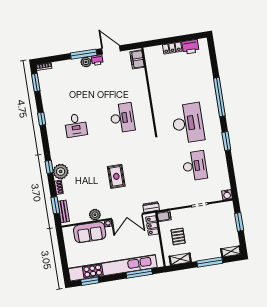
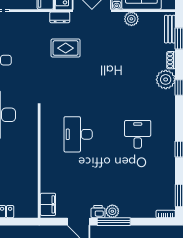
rug: (116, 176) -> (66, 48), moved, turned 90

